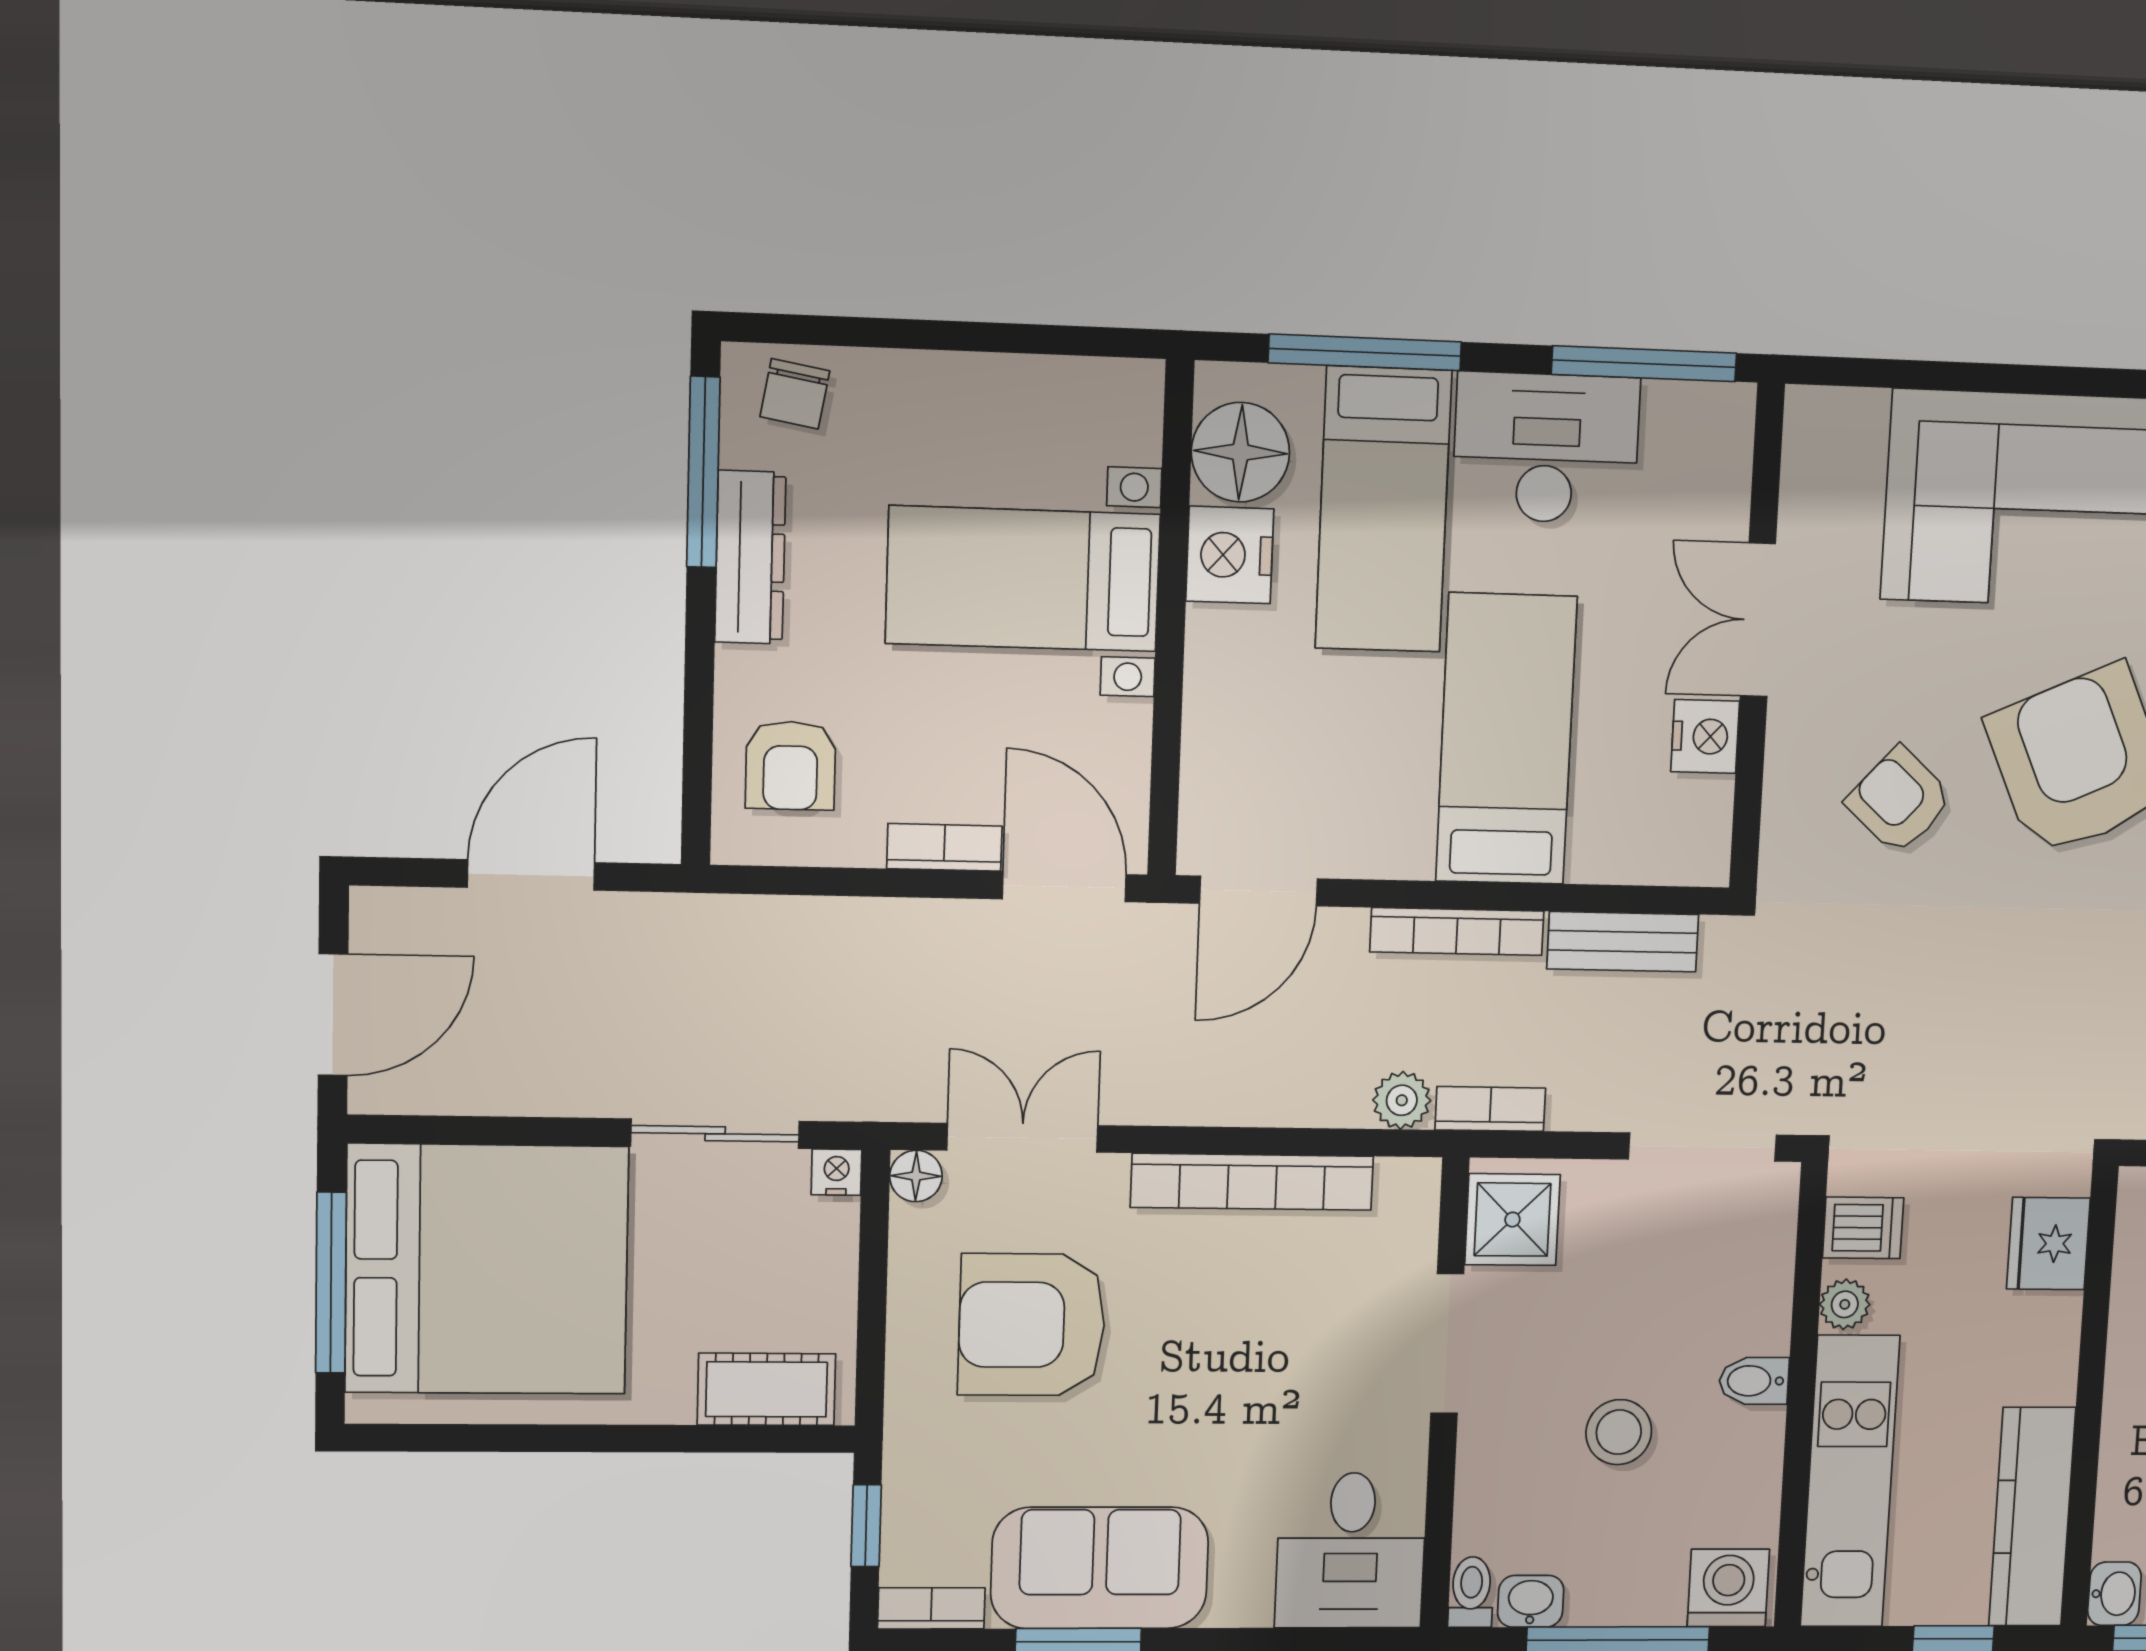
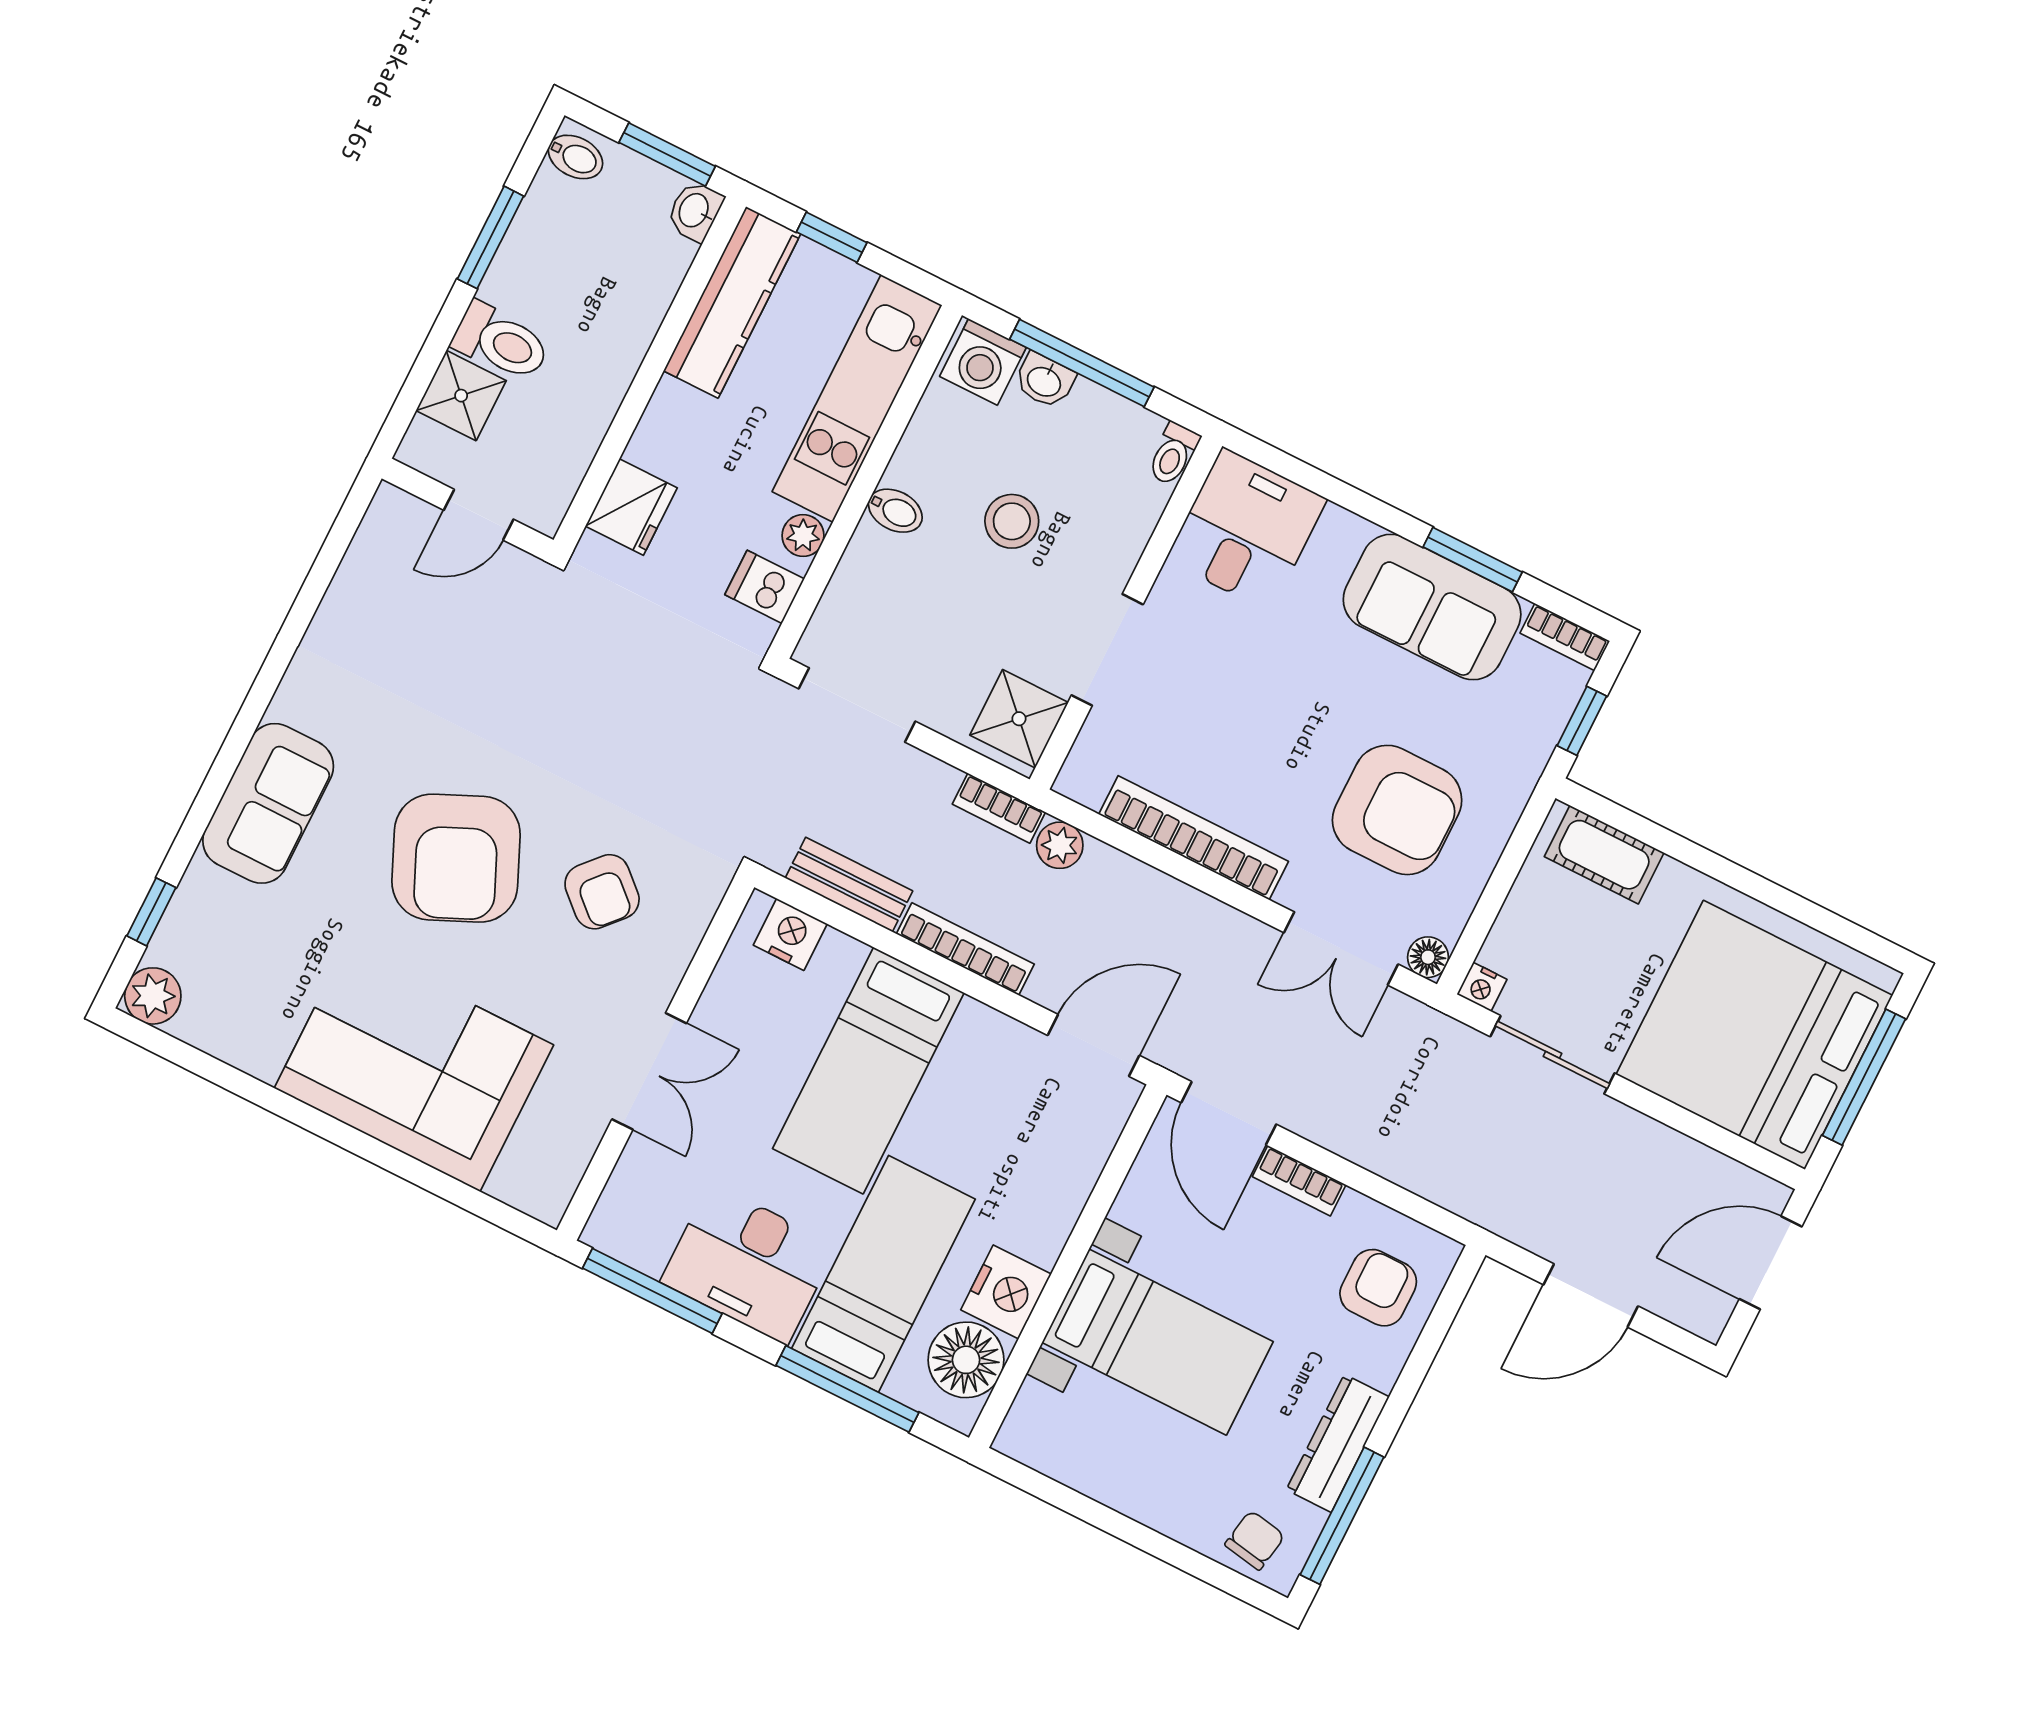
nightstand: (1705, 736) -> (790, 934), moved, turned 90
washbasin: (1531, 1601) -> (1045, 381), moved

